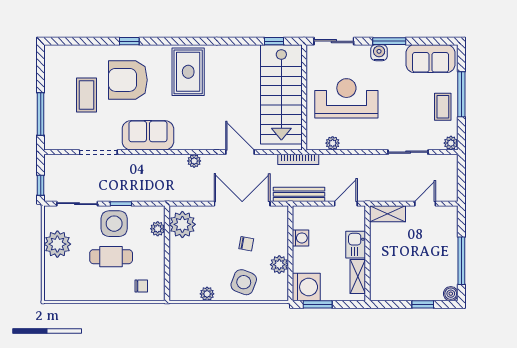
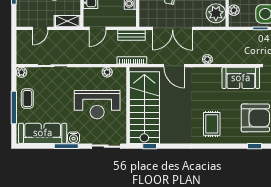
sofa: (430, 59) -> (43, 133), width x1.36
rug: (188, 72) -> (212, 124), width x0.73, depth x0.70
bench: (299, 194) -> (131, 35), width x0.73

